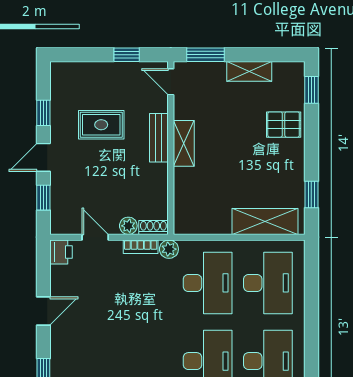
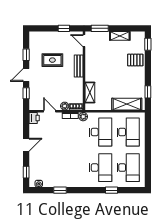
shelving: (184, 143) -> (90, 93), moved

